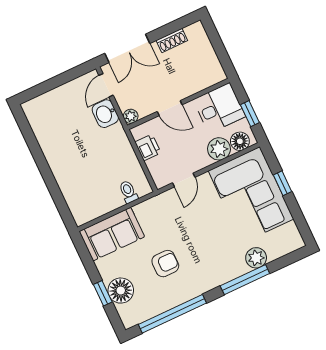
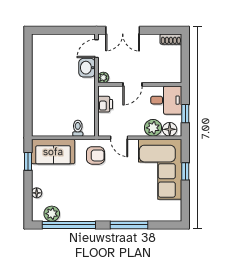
shoe rack: (172, 40) -> (171, 39), moved
door: (170, 108) -> (132, 84), hinge flipped
door: (184, 180) -> (119, 138), hinge flipped
plant: (256, 258) -> (52, 214), moved
armchair: (165, 264) -> (95, 155), moved
floor lamp: (121, 291) -> (37, 193), width x0.53, depth x0.53
window: (103, 293) -> (28, 161), moved

